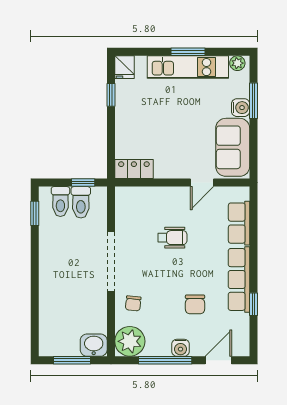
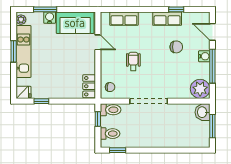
toilet: (81, 202) -> (111, 110), moved
row of seats: (239, 279) -> (167, 19), width x0.68
chair: (133, 303) -> (110, 87), moved

